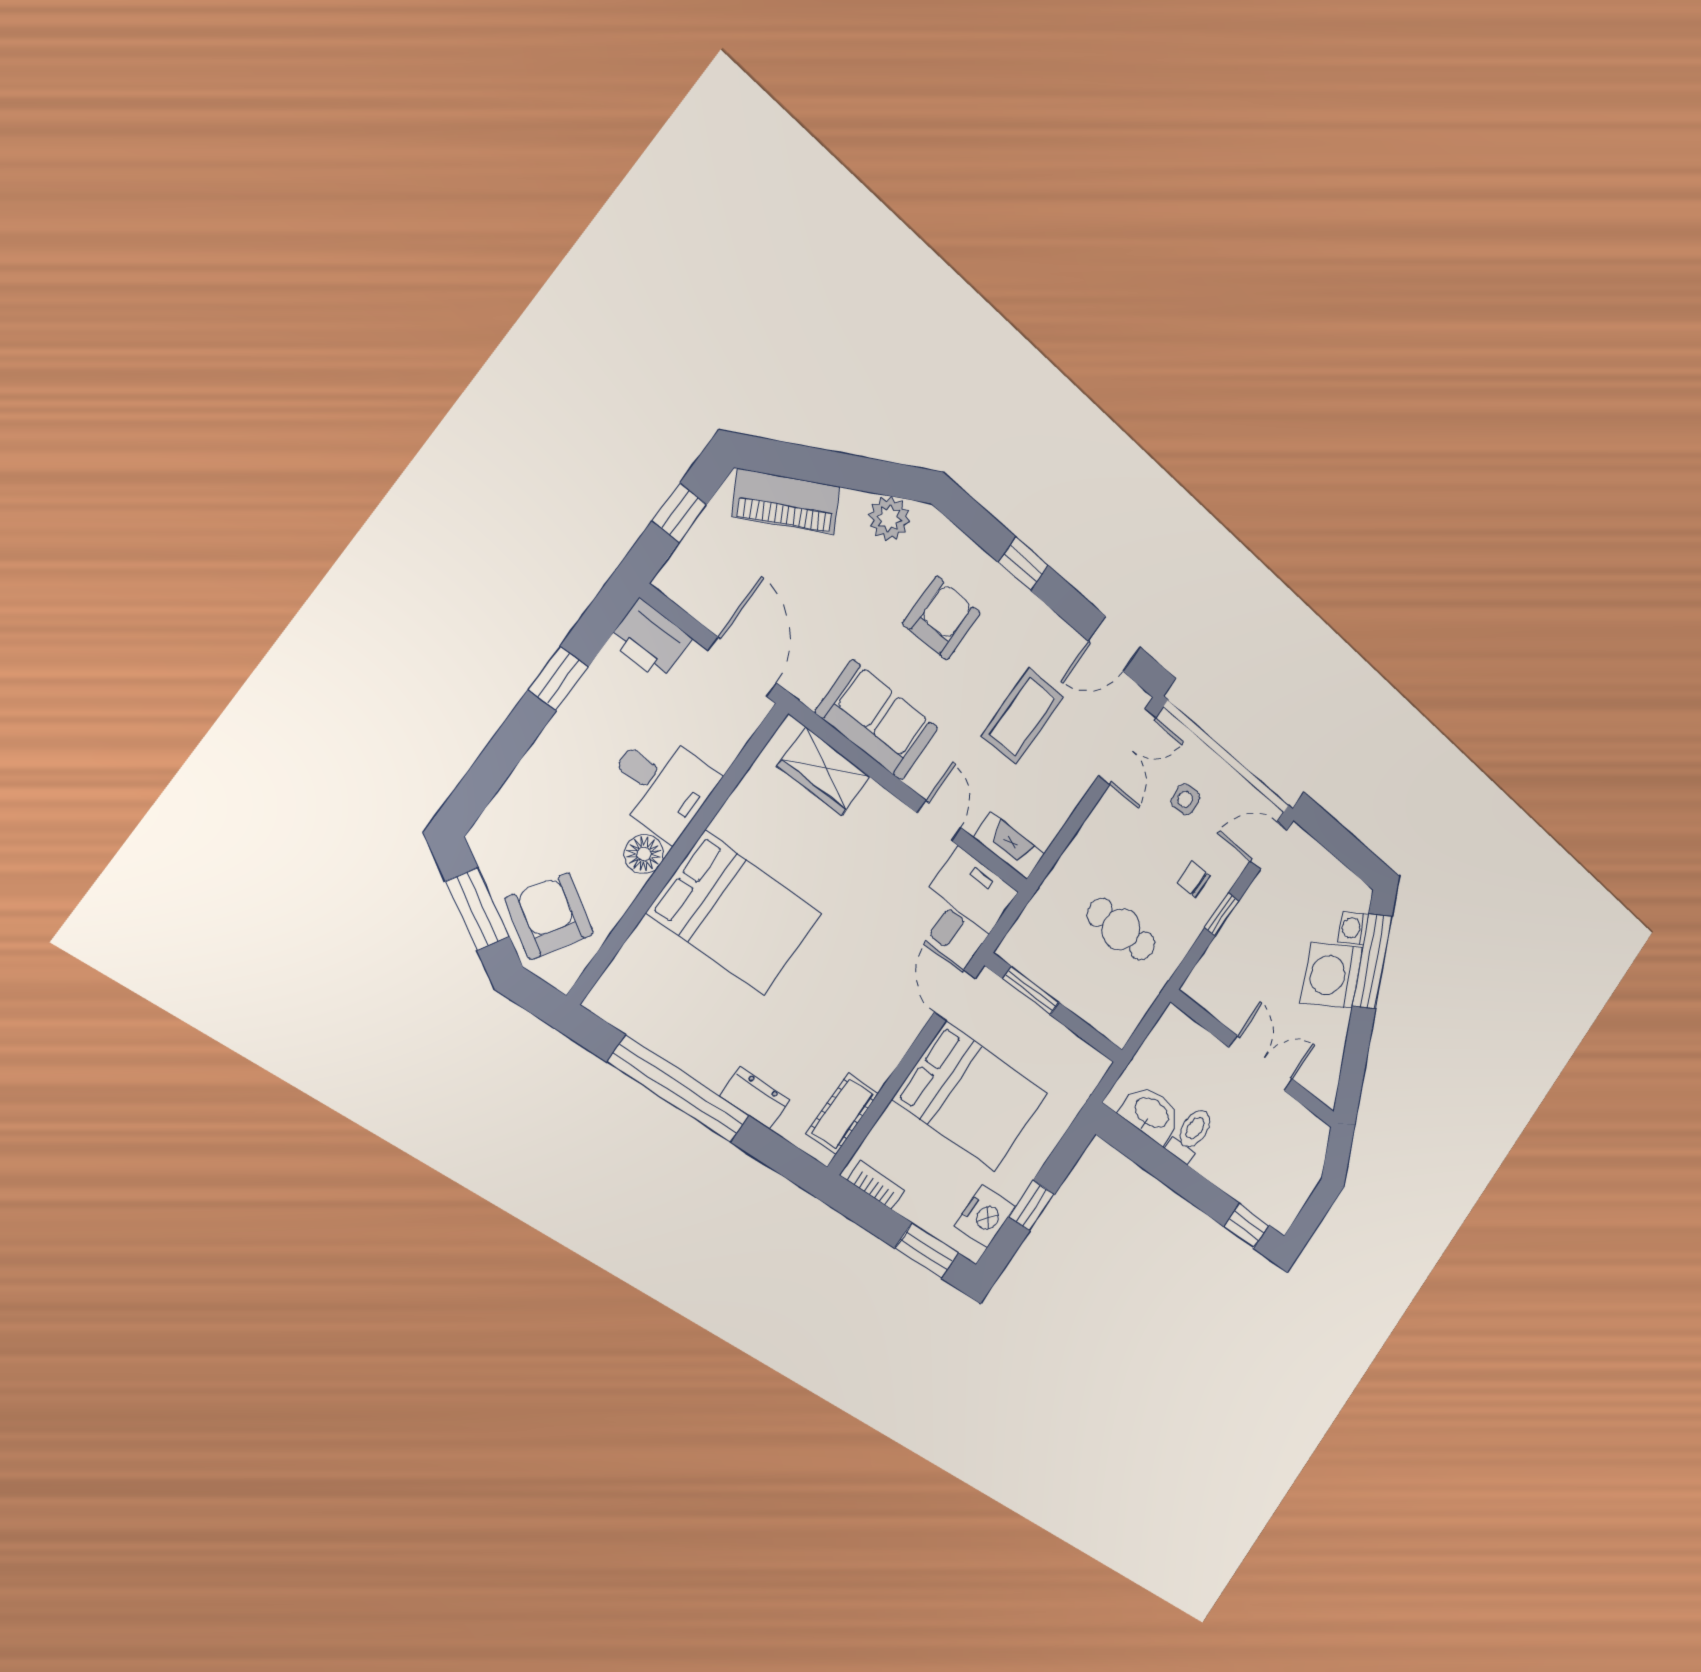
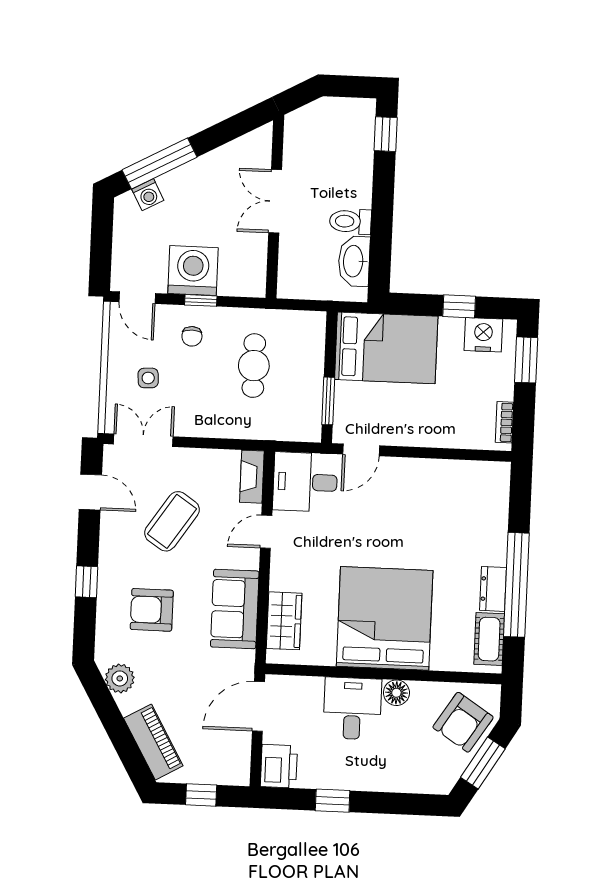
coffee table: (1022, 716) -> (172, 521), turned -56
bed: (735, 913) -> (385, 618), width x1.36
washing machine: (1332, 975) -> (193, 271), moved, turned -152
bed: (971, 1097) -> (386, 348), moved, turned 90
dresser: (755, 1098) -> (493, 589), moved
cot: (842, 1113) -> (489, 639), moved, turned 90

